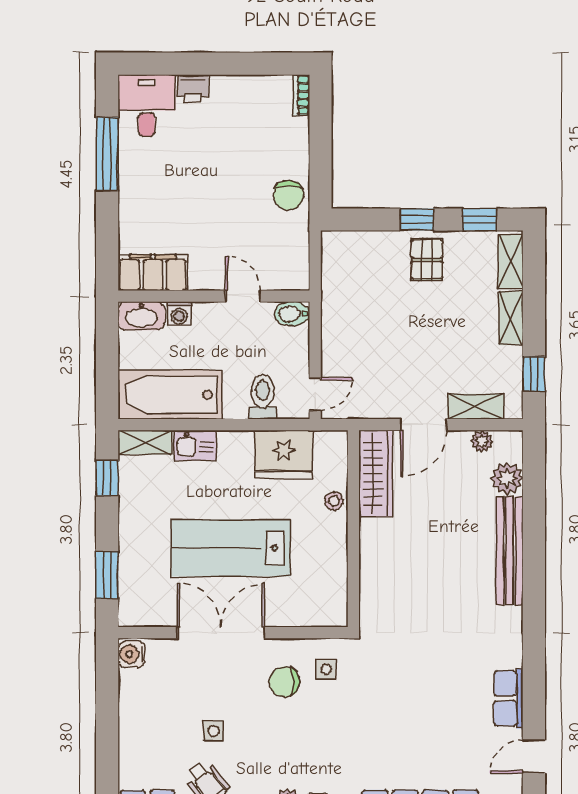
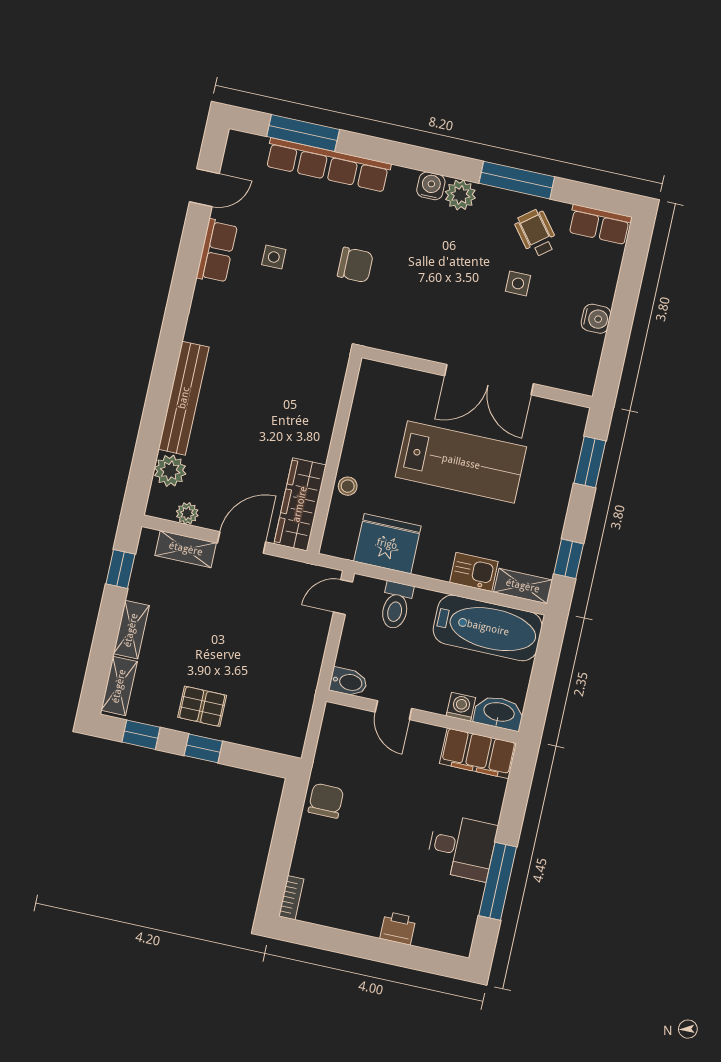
desk: (147, 105) -> (462, 847), moved, turned -90
pallet: (427, 260) -> (202, 706), turned 90
water cooler: (131, 654) -> (596, 319), moved
side table: (326, 669) -> (274, 257), moved
chair: (284, 682) -> (355, 265), moved

